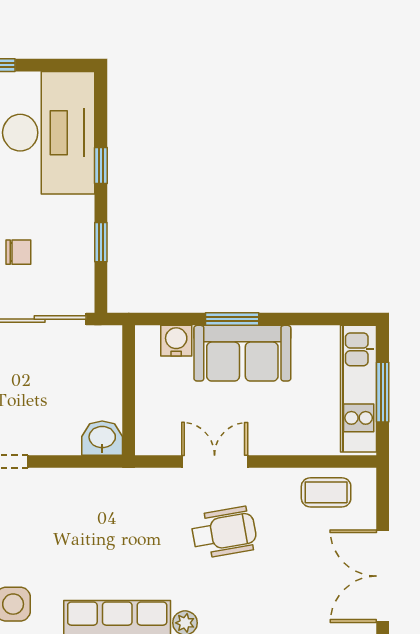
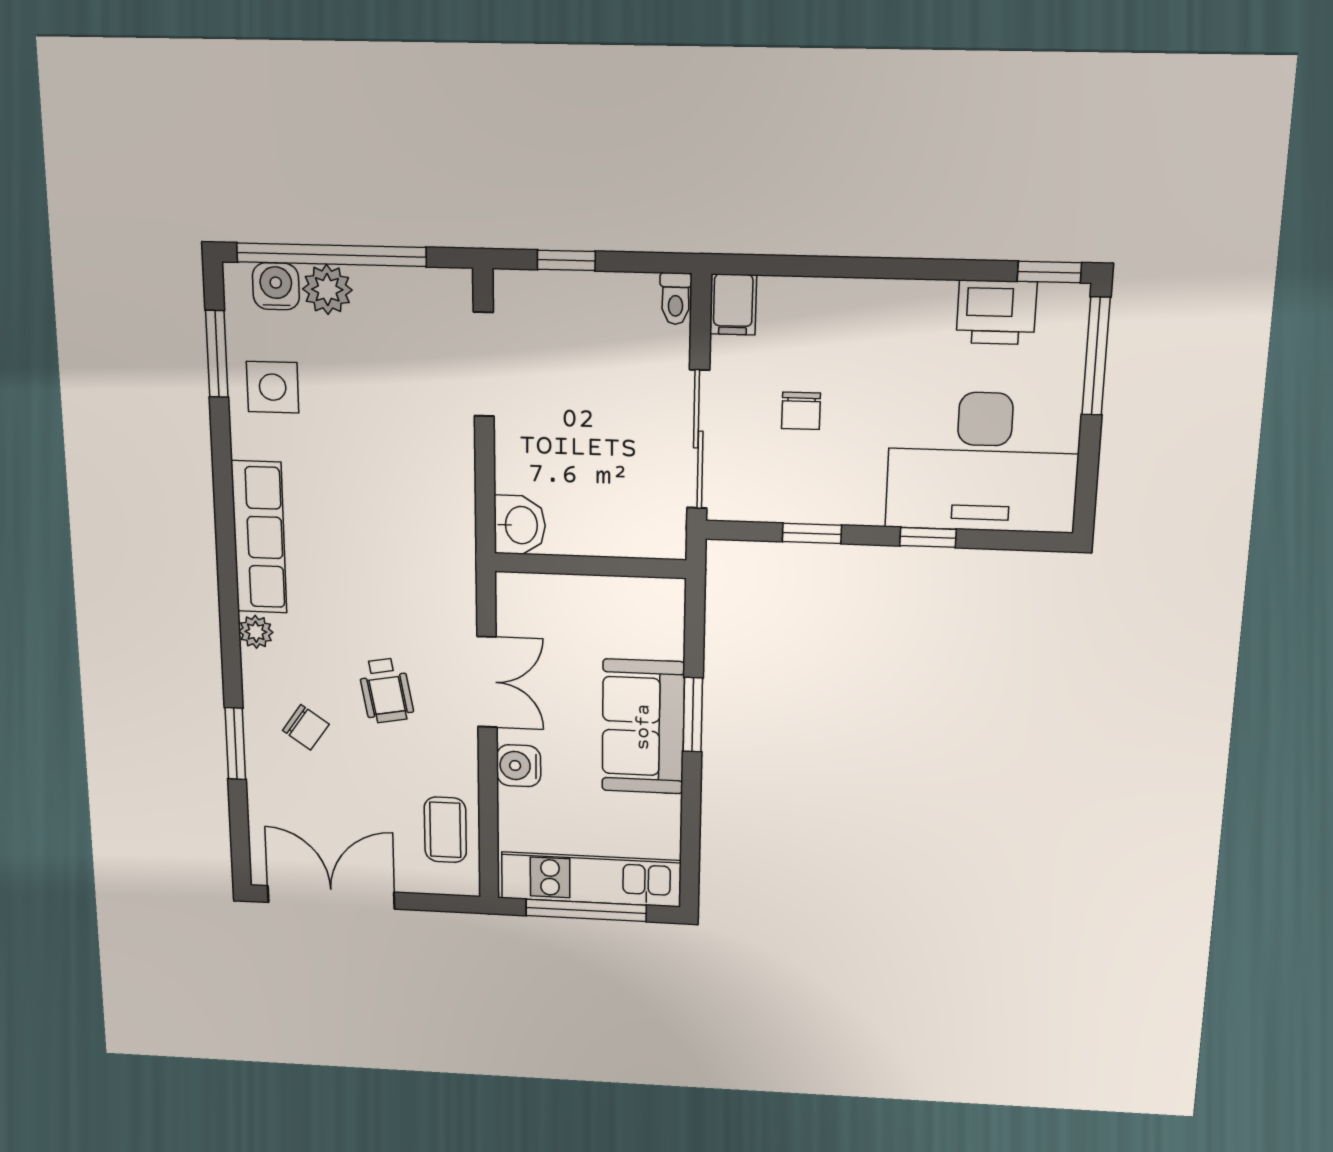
water cooler: (176, 341) -> (519, 766), moved, turned 180
window: (383, 392) -> (586, 910), width x1.44
wheelchair: (224, 532) -> (386, 691), width x0.73, depth x0.73
chair: (254, 590) -> (306, 727), added

